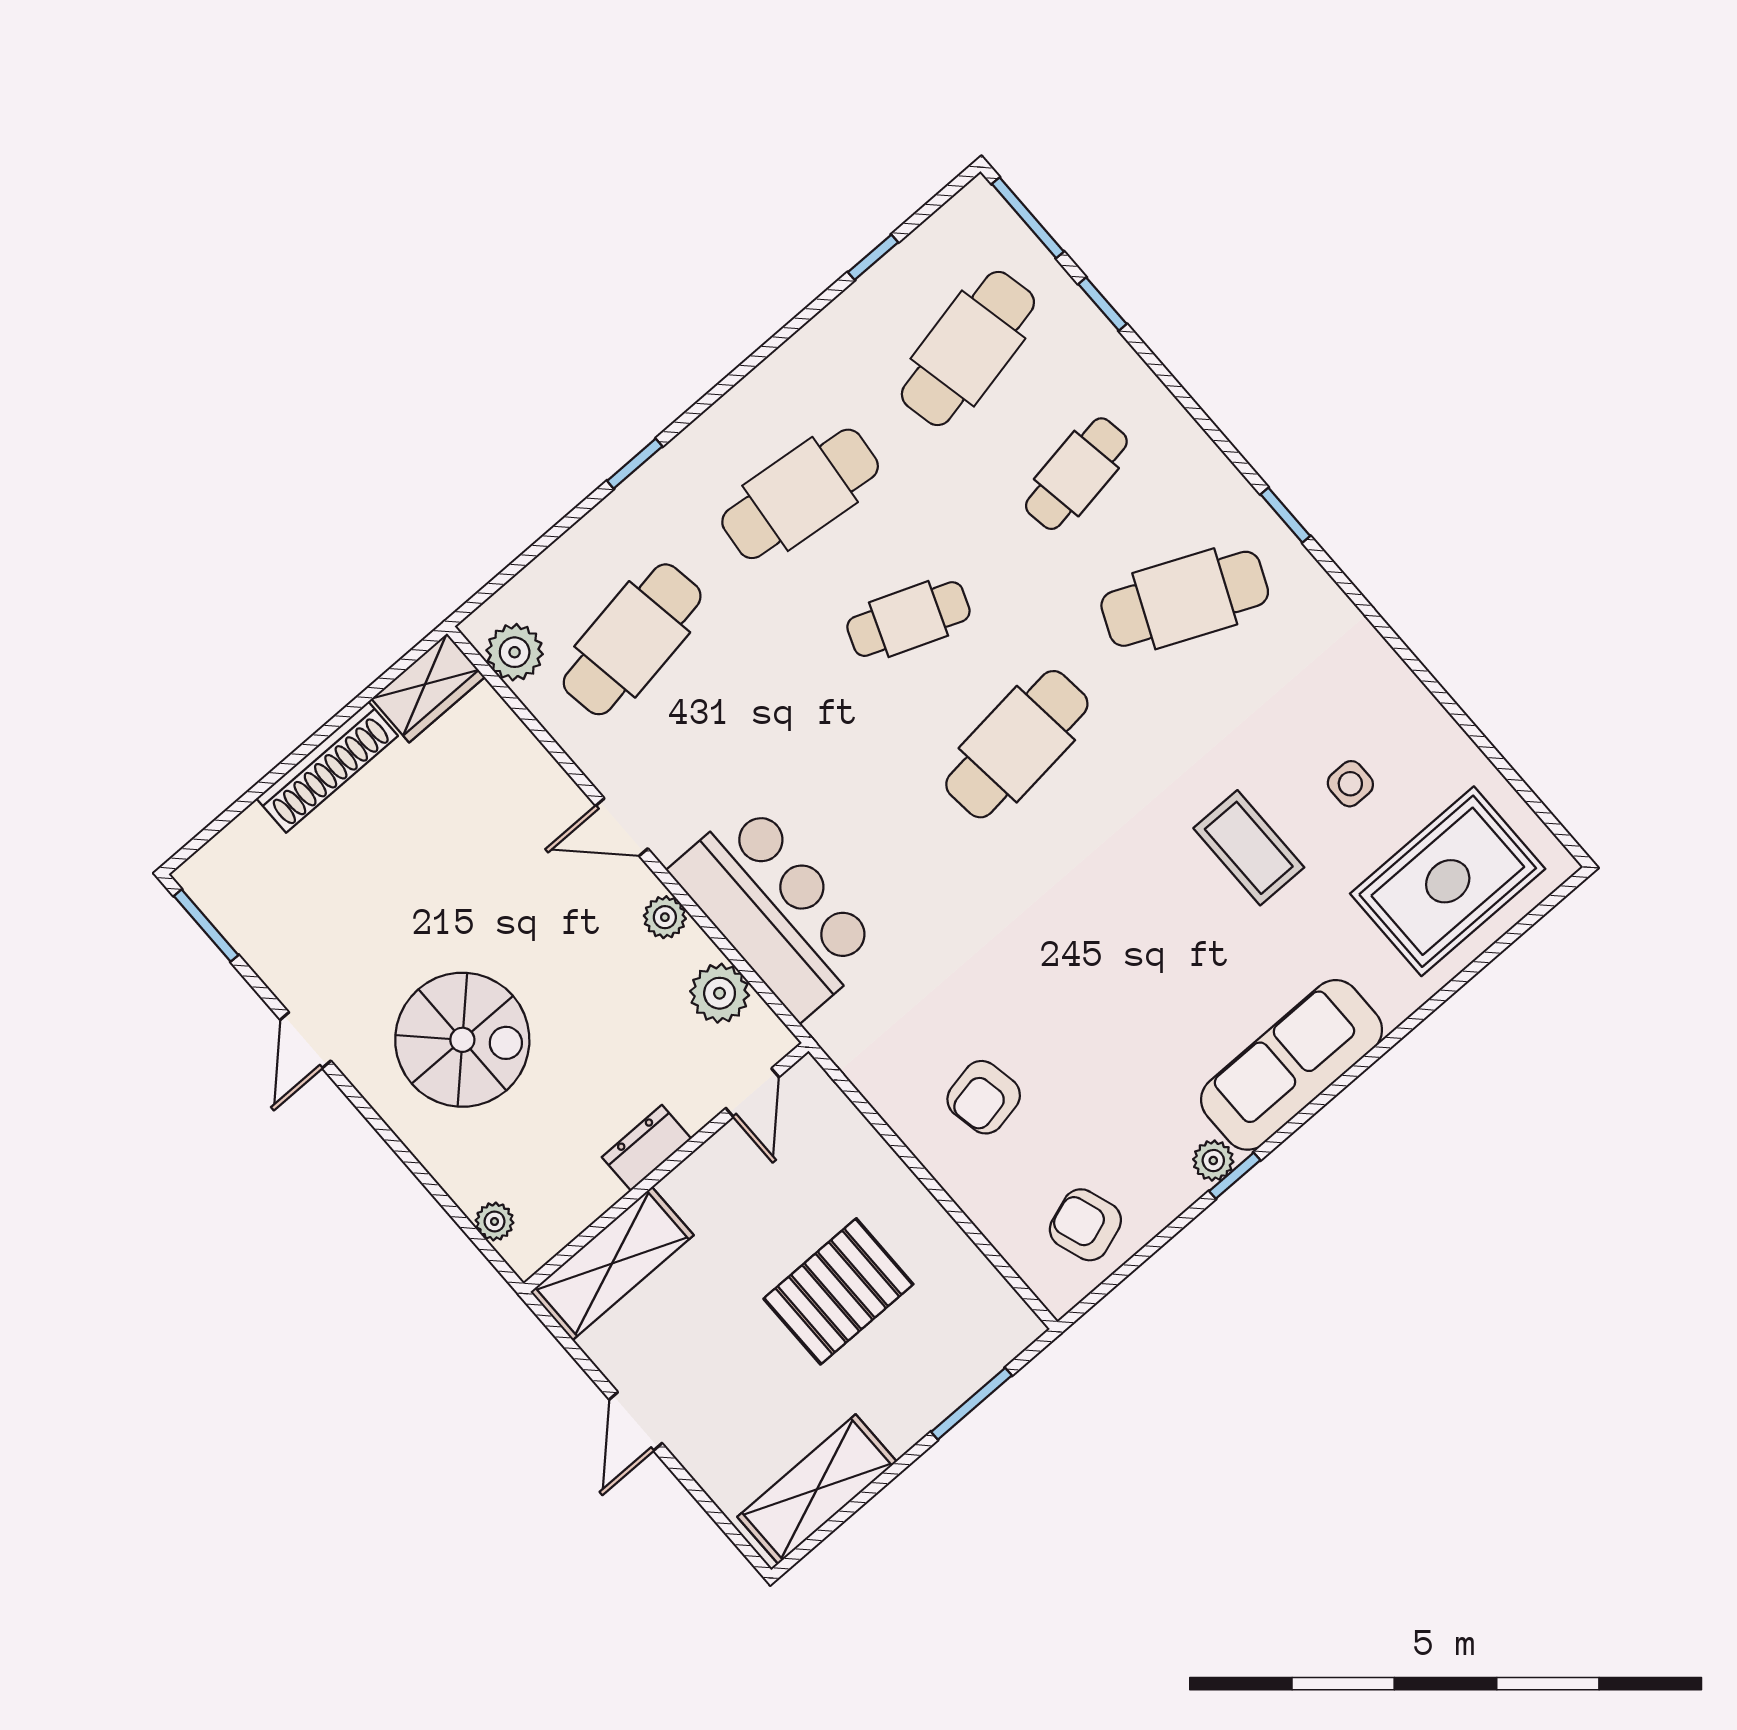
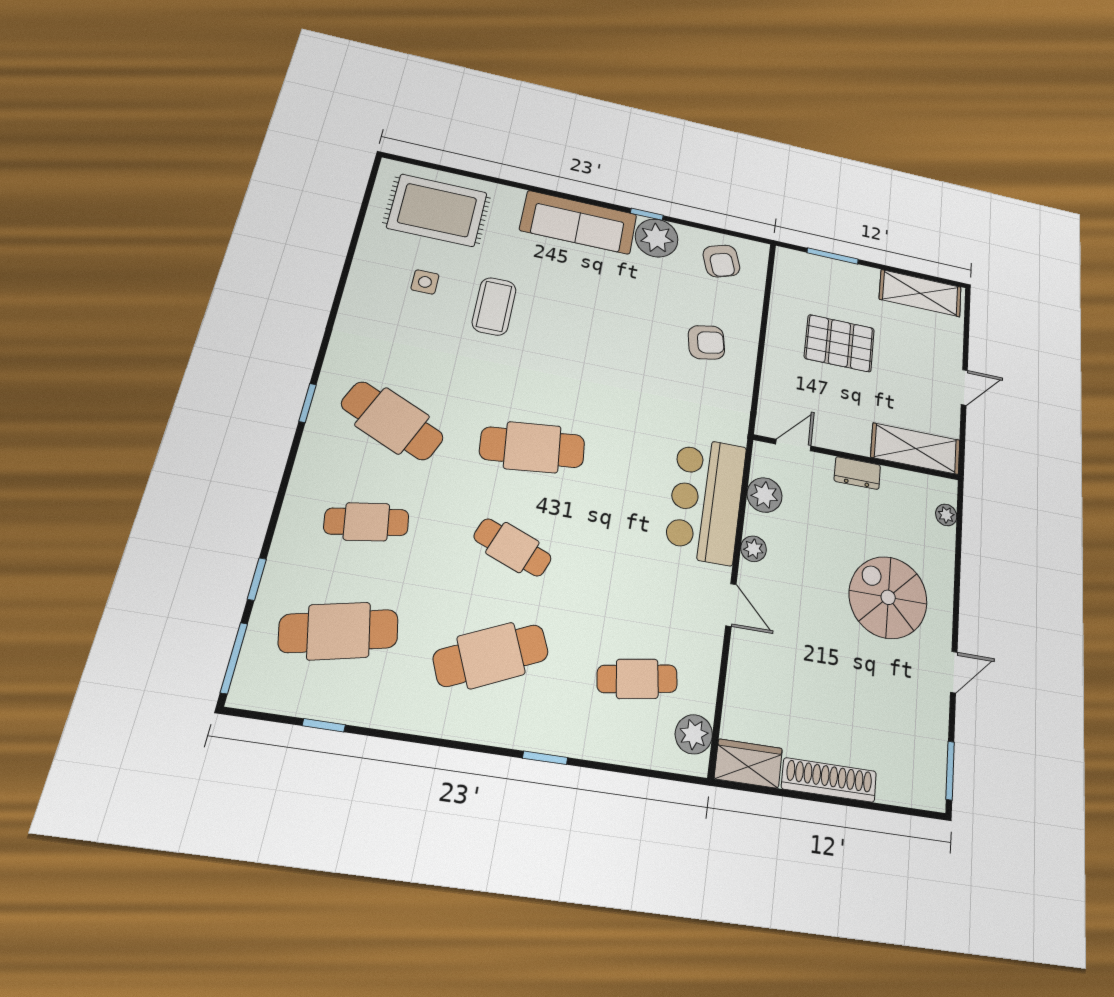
cafe table: (800, 494) -> (491, 655), turned -30
cafe table: (632, 639) -> (637, 679), width x0.73, depth x0.74
plant: (1213, 1161) -> (657, 238), width x1.87, depth x1.87

